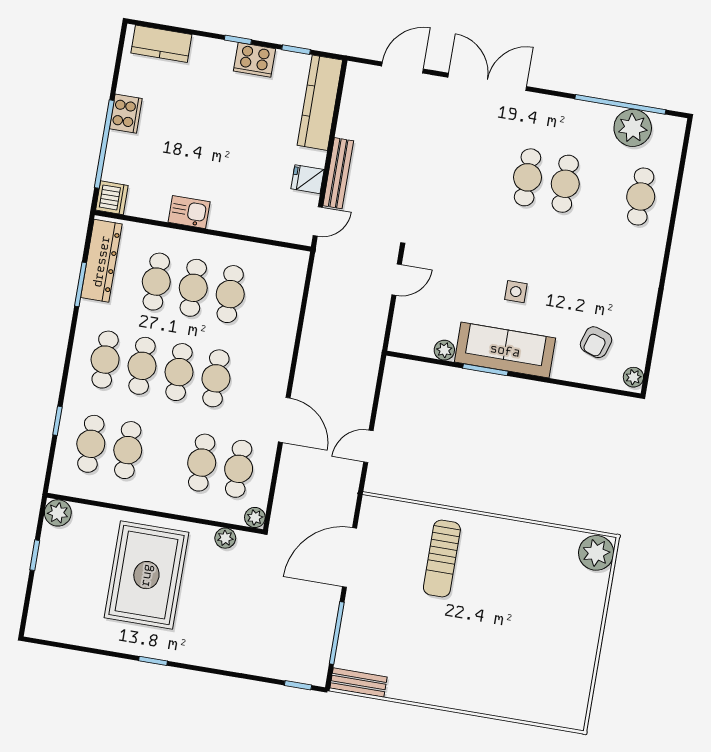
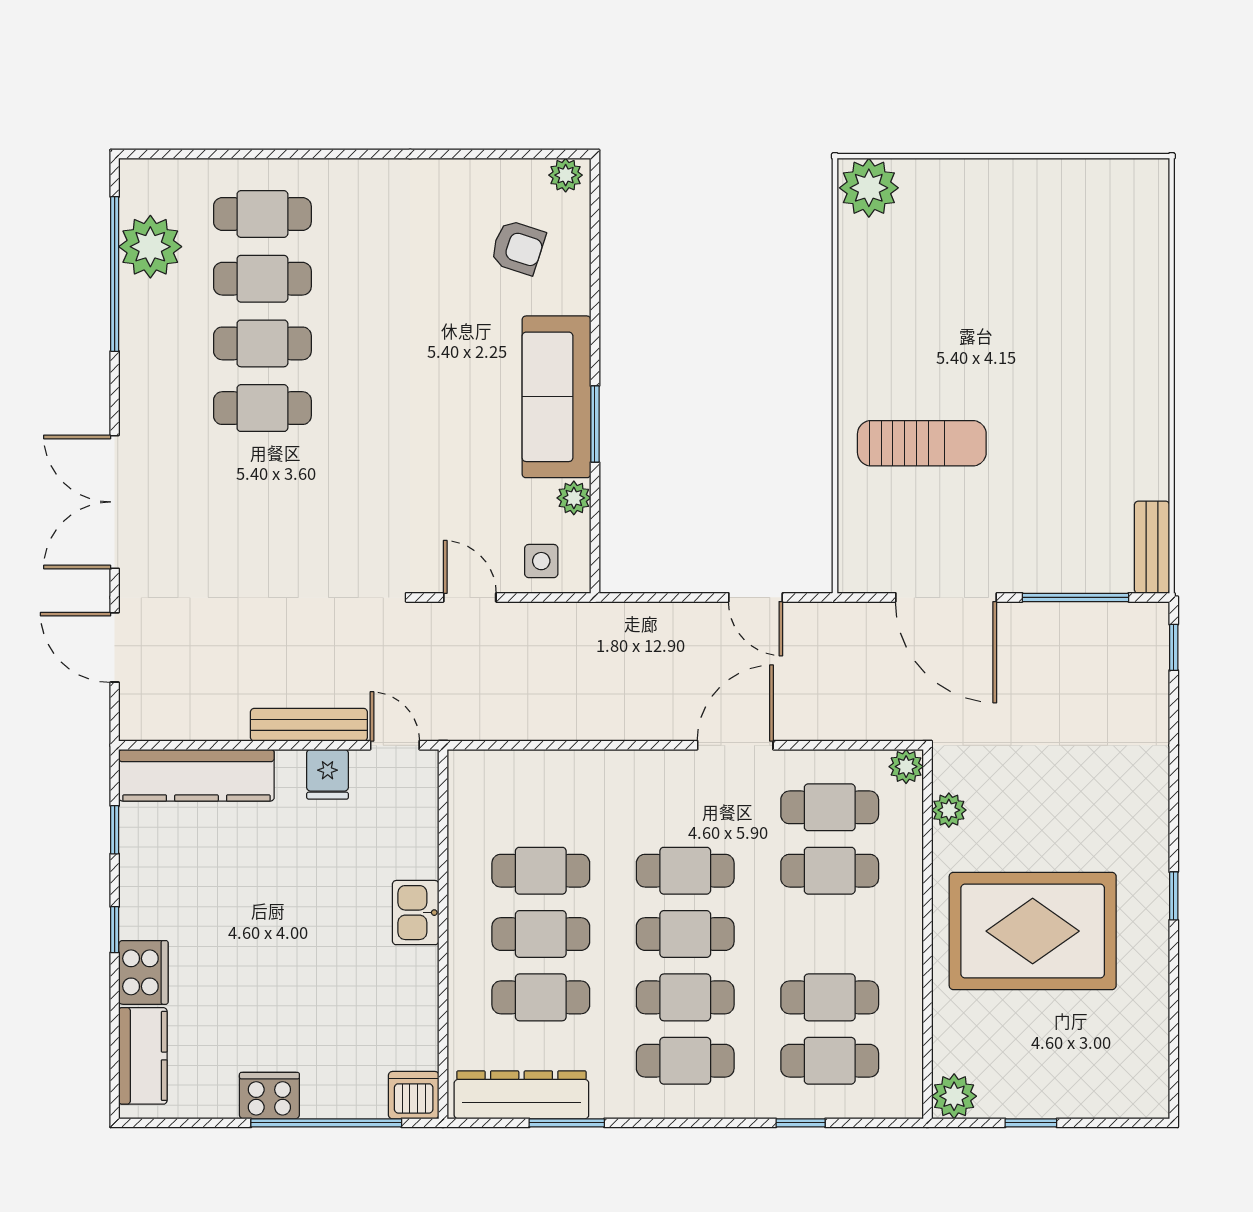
cooker: (254, 60) -> (143, 972), moved
cafe table: (603, 190) -> (262, 279), added
kitchen sink: (189, 212) -> (416, 913), moved
side table: (516, 292) -> (541, 561), moved

